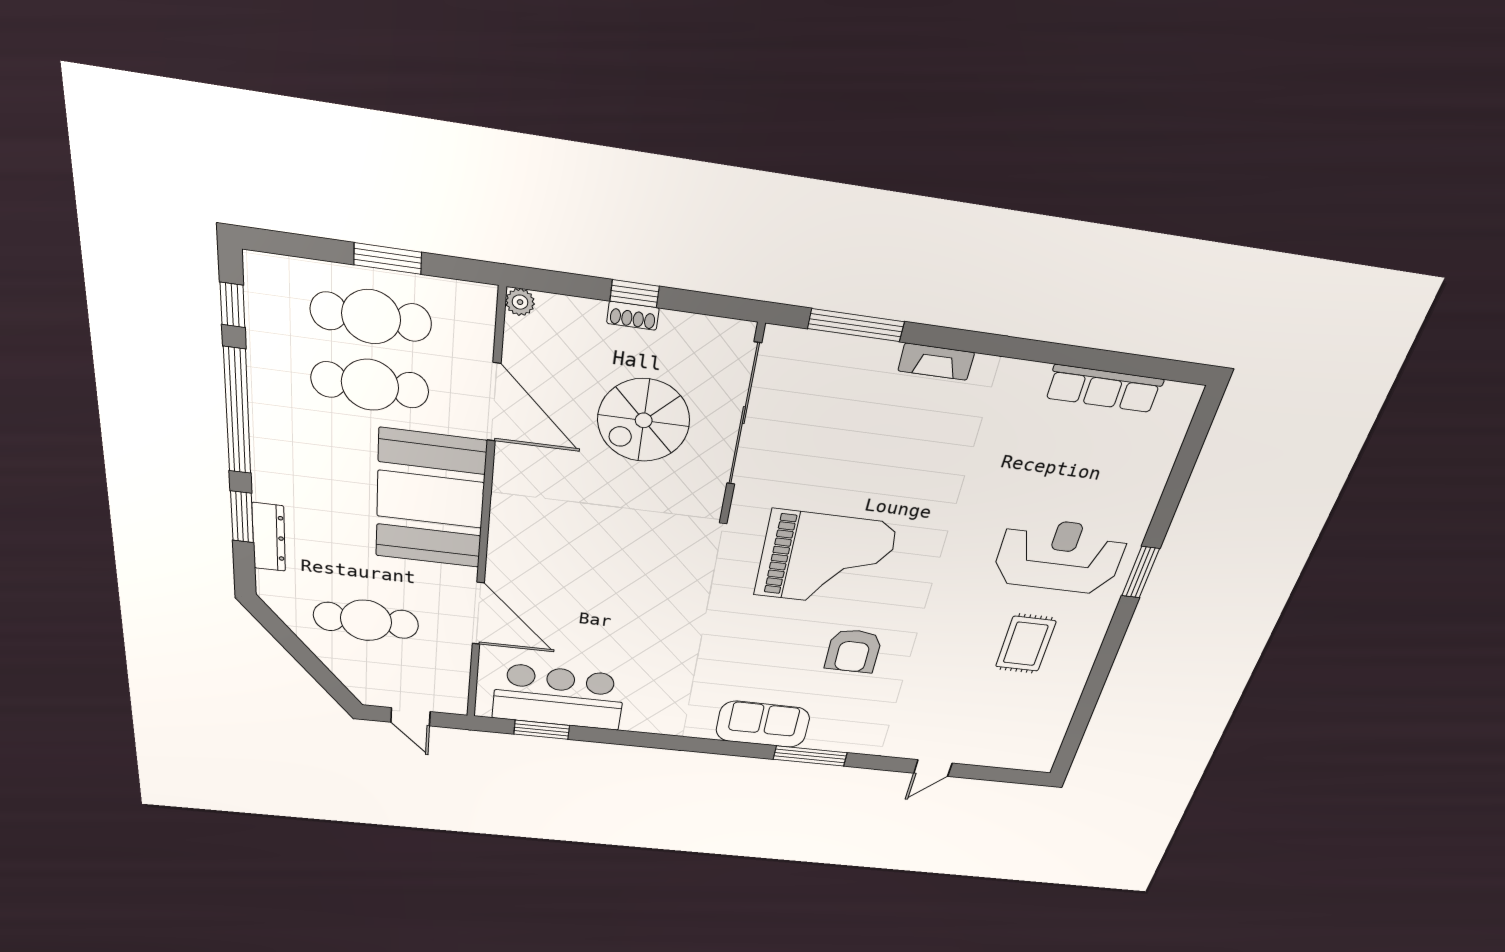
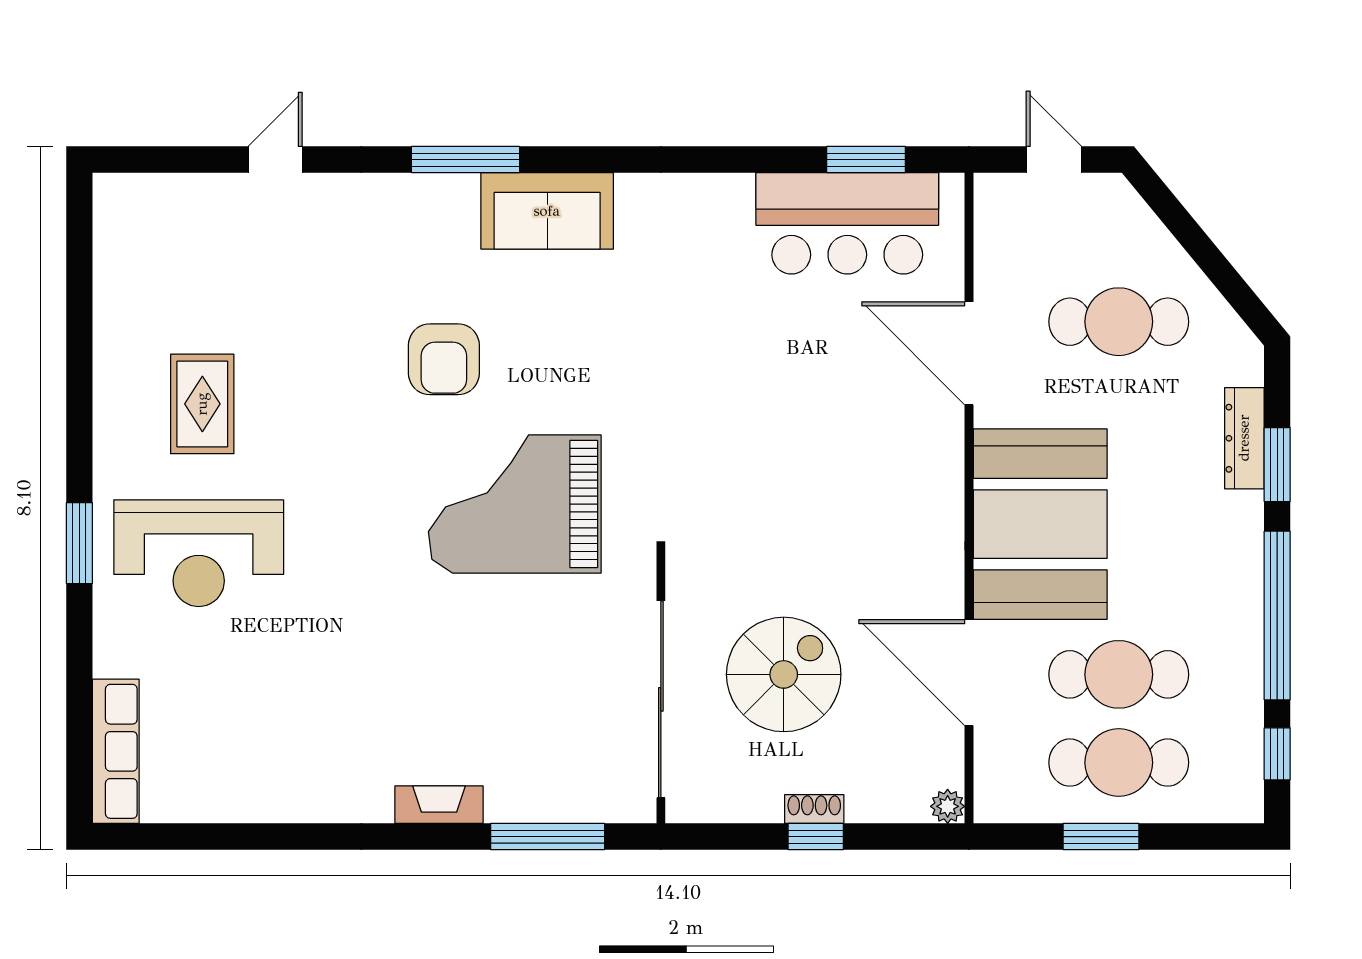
row of seats: (1104, 389) -> (116, 751), moved, turned 90
armchair: (853, 651) -> (444, 359), turned 180

